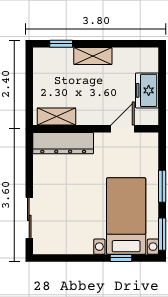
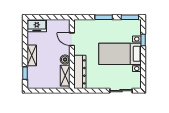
freezer: (147, 90) -> (37, 26), moved
boiler: (86, 116) -> (65, 60), added
bed with nightstands: (126, 216) -> (120, 54), moved

